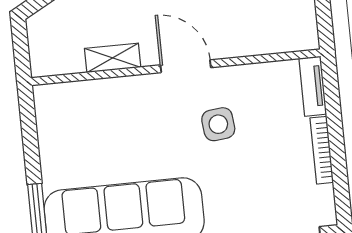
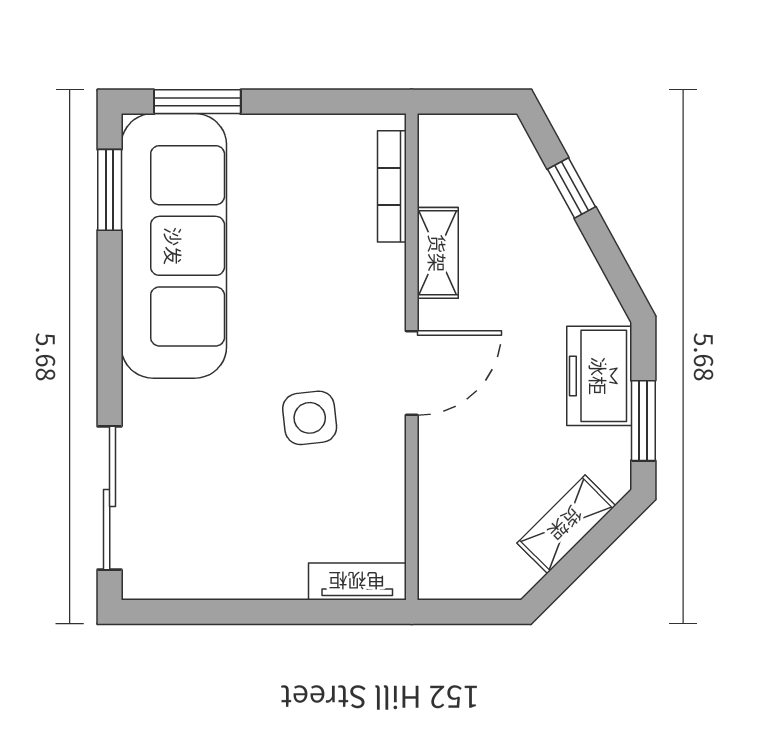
bookcase: (322, 150) -> (392, 186), moved, turned -90

